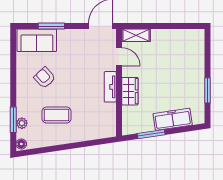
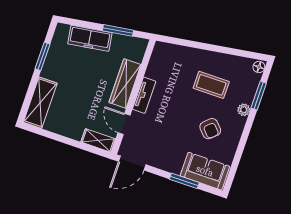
shelving: (196, 50) -> (40, 103), added
wardrobe: (130, 91) -> (125, 84), width x1.50
plant: (22, 123) -> (244, 110), moved

